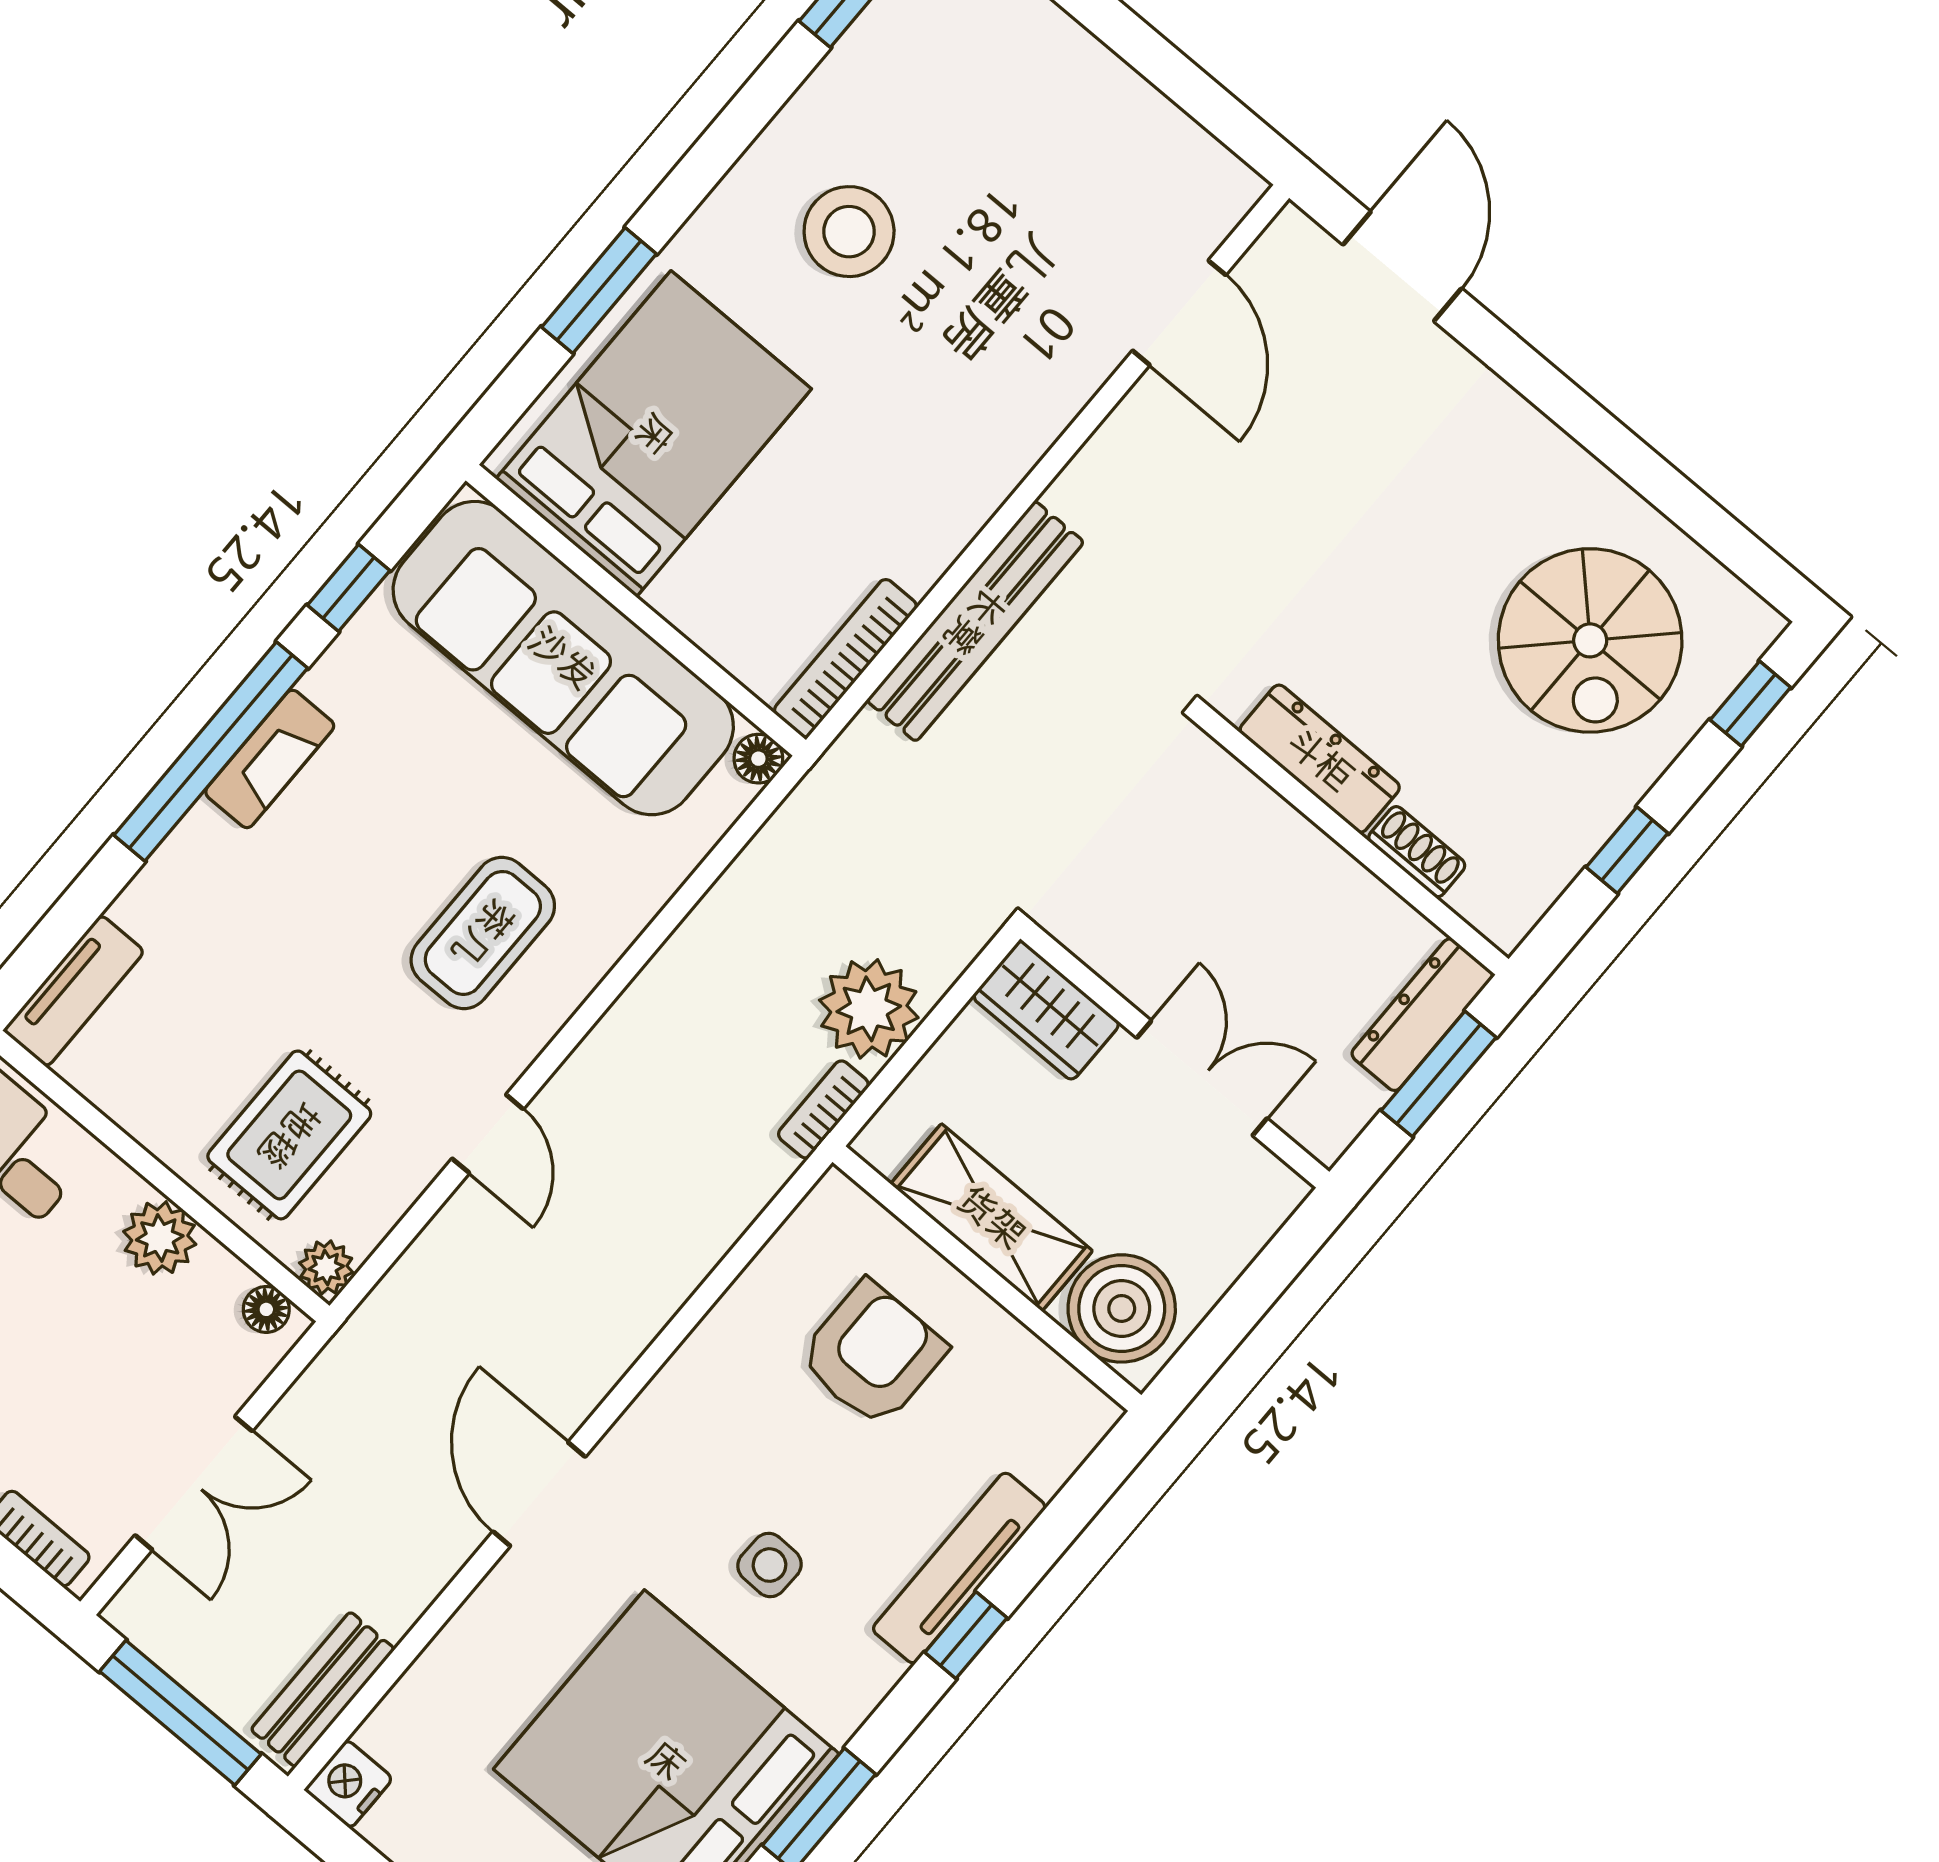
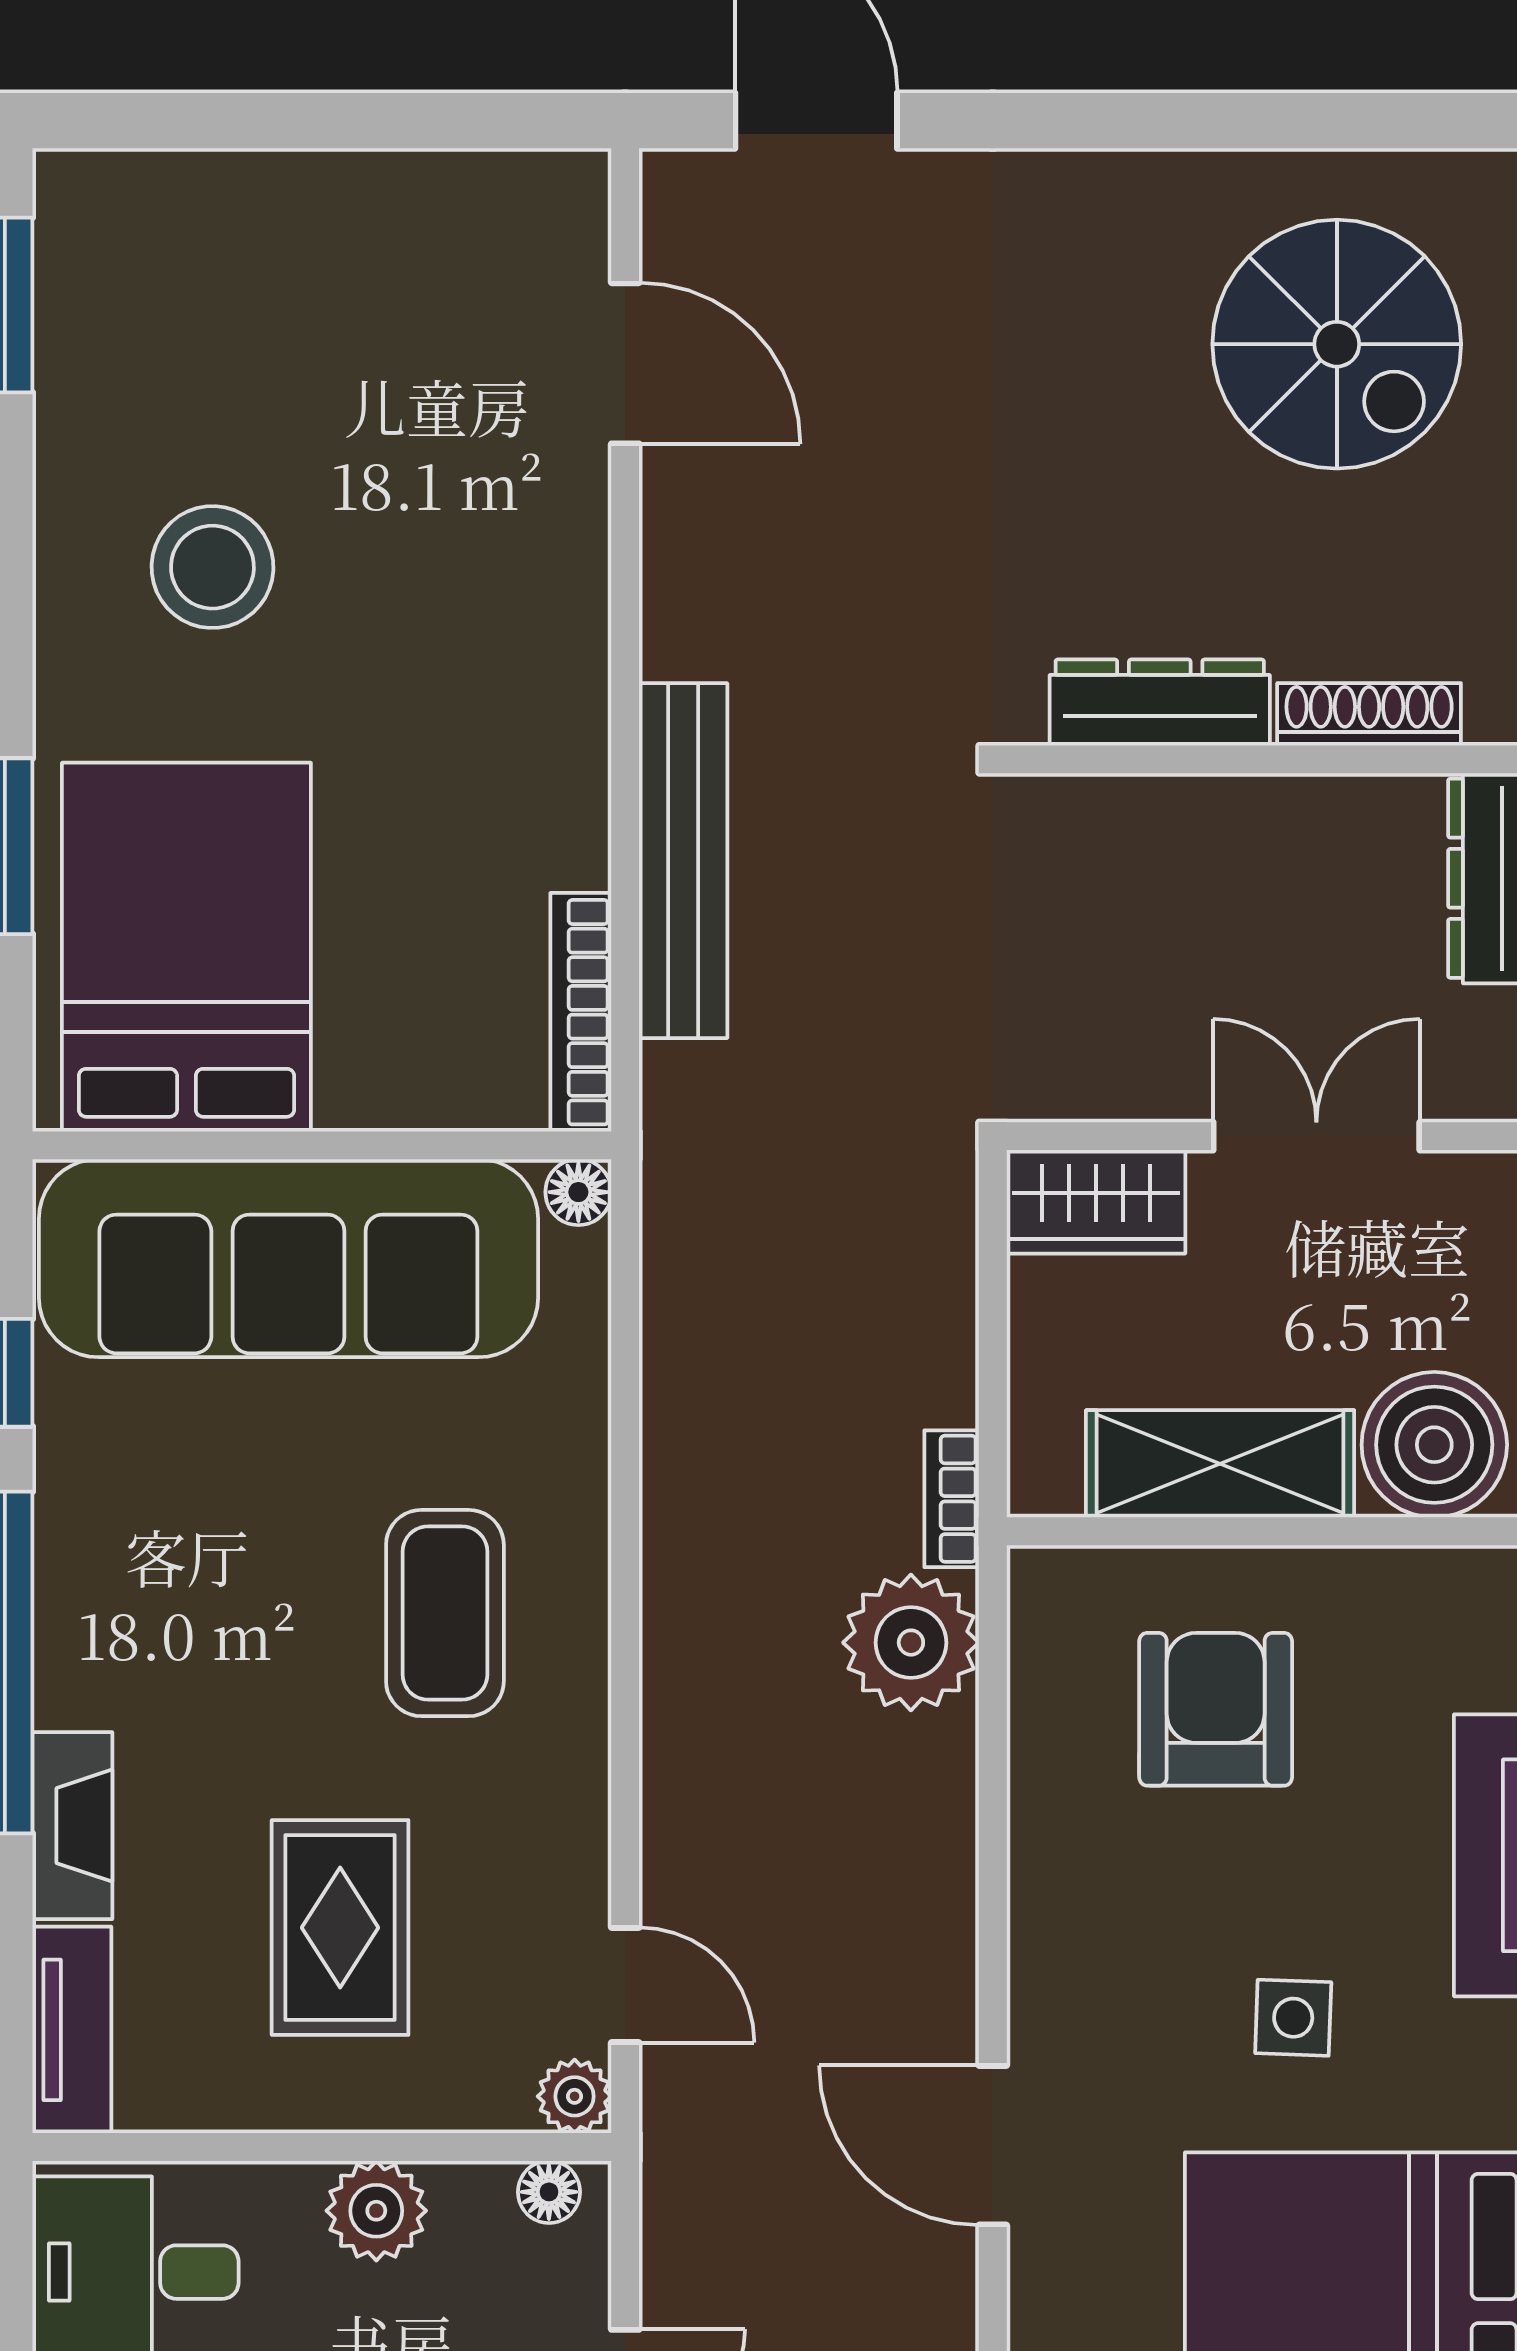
fireplace: (270, 759) -> (72, 1826), moved
shoe rack: (1417, 852) -> (1369, 714), width x1.43
plant: (869, 1009) -> (911, 1643), moved
door: (488, 1134) -> (625, 1985), moved
rug: (289, 1135) -> (340, 1928), moved

